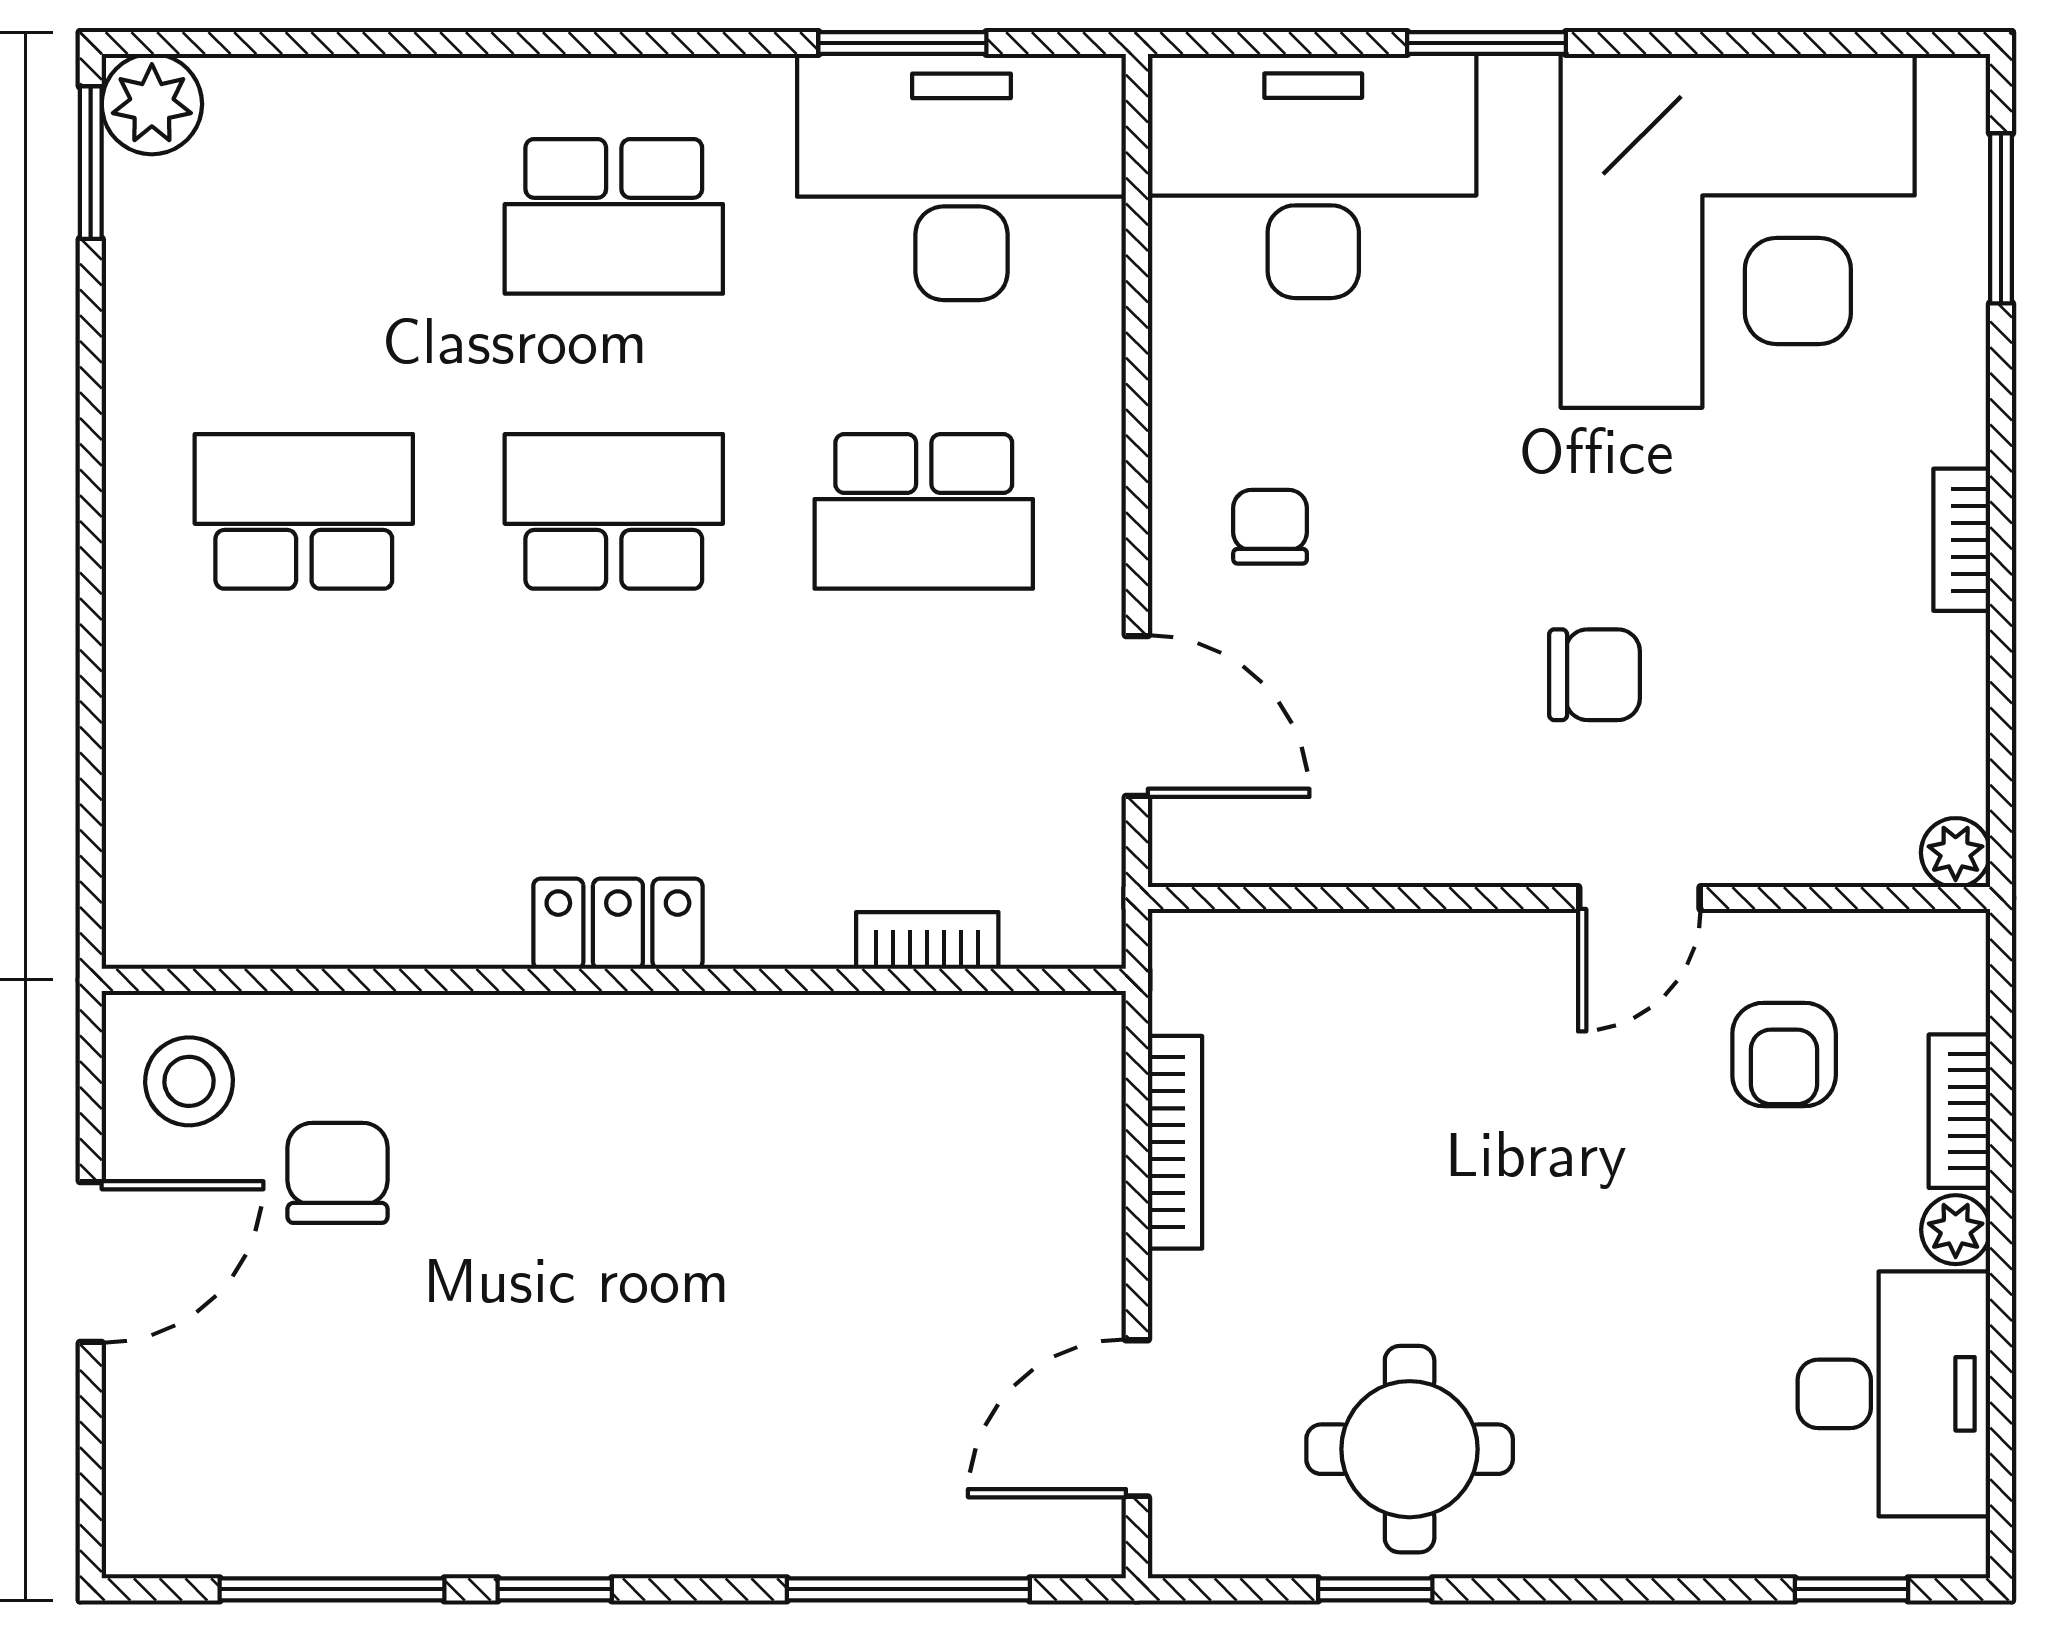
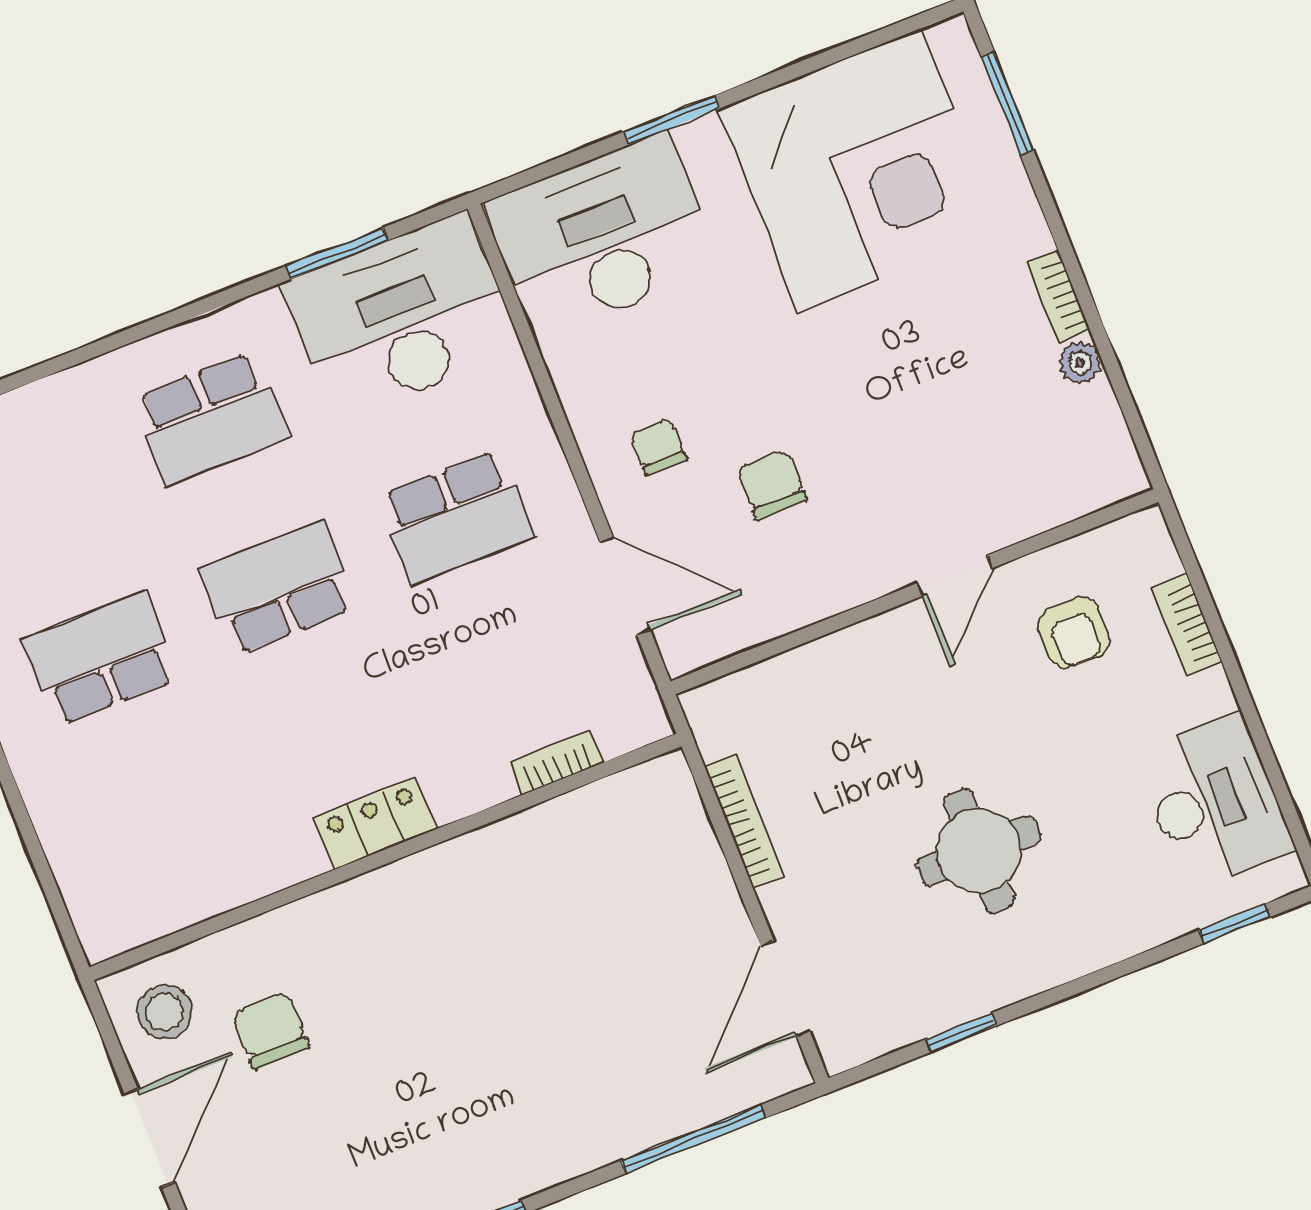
chair: (1594, 675) -> (772, 485), moved, turned -90
plant: (1956, 853) -> (1080, 363), moved
plant: (1956, 1230) -> (1212, 694), removed
round table: (1410, 1449) -> (979, 851), moved

